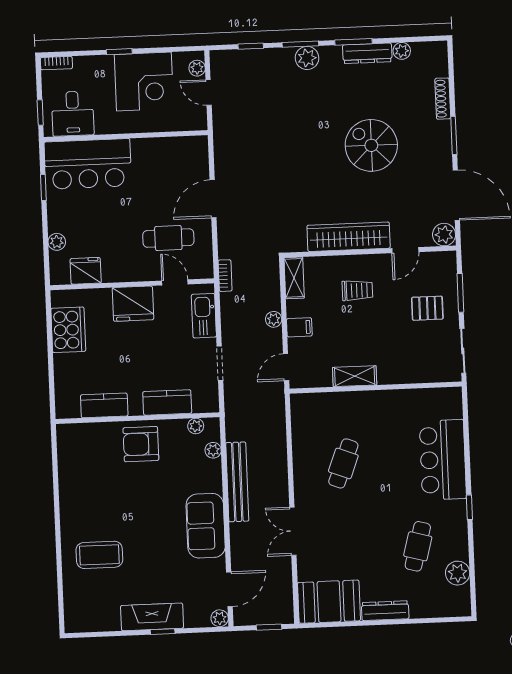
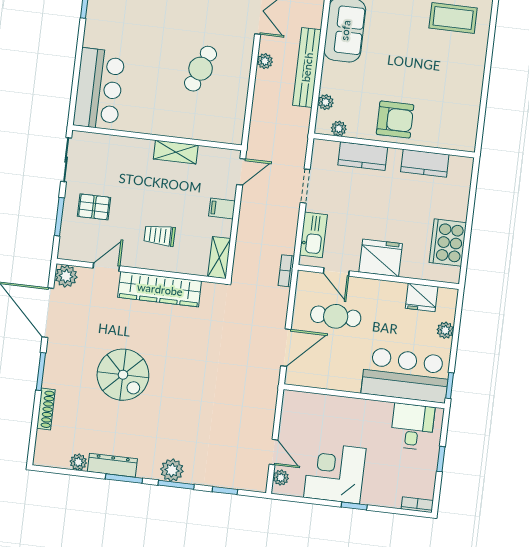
desk: (73, 114) -> (413, 427), moved
wall: (126, 136) -> (364, 396), moved
bar counter: (88, 164) -> (406, 375), moved
plant: (274, 319) -> (265, 61), moved
bar counter: (443, 460) -> (99, 89), moved

